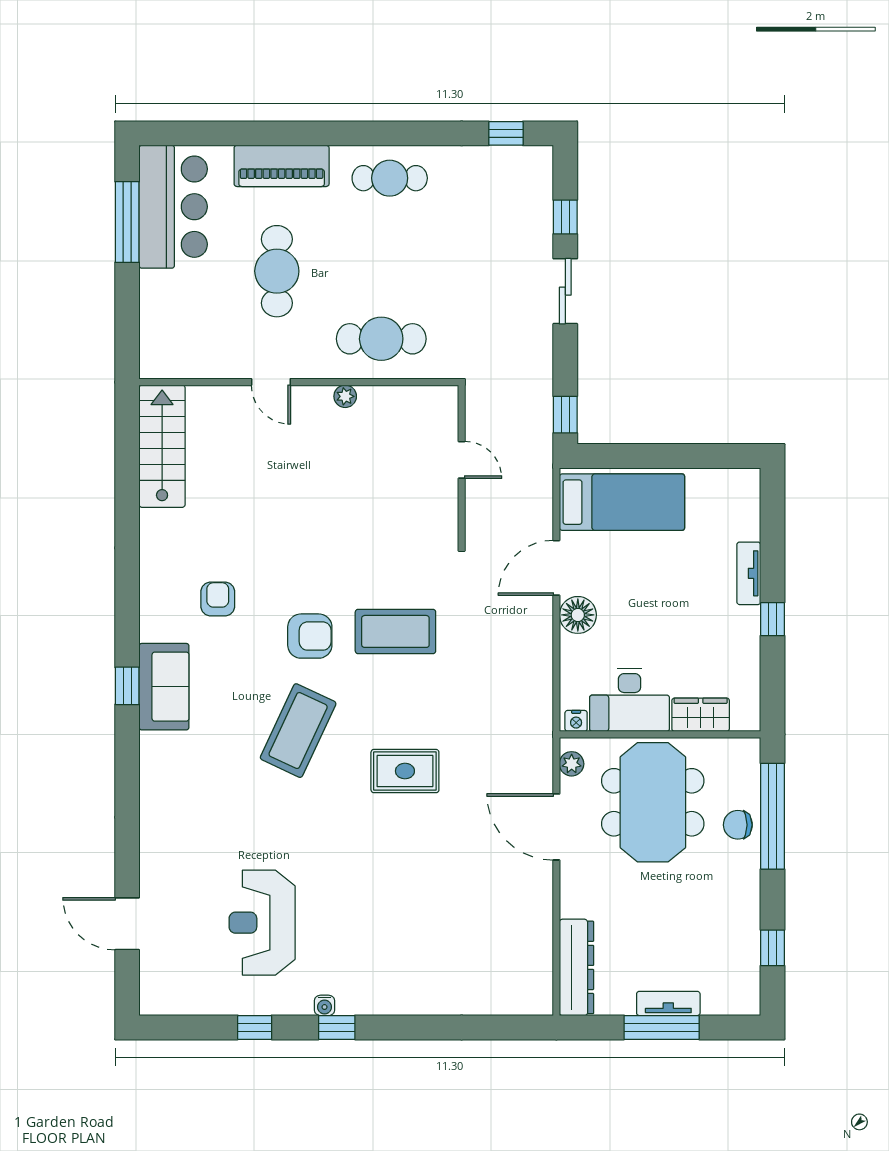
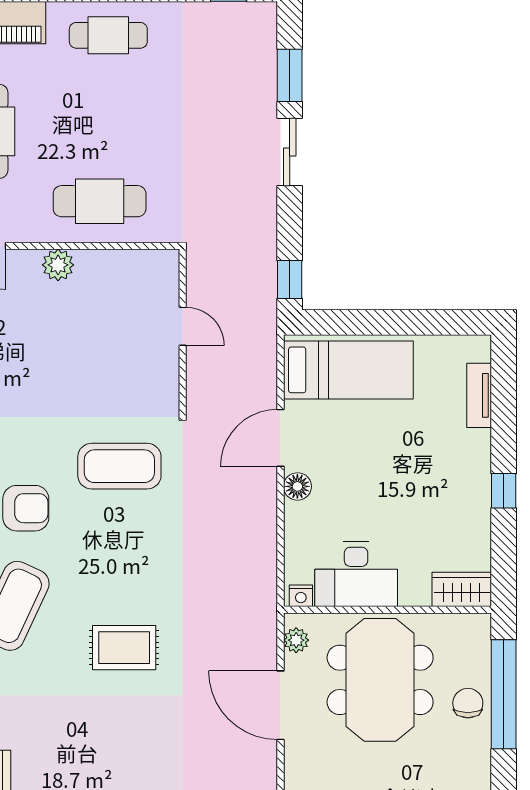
window: (565, 217) -> (290, 75), width x1.50
plant: (345, 396) -> (58, 265), width x1.38, depth x1.38
tv unit: (749, 573) -> (479, 395), moved
floor lamp: (578, 615) -> (297, 486), width x0.73, depth x0.73
coffee table: (395, 631) -> (119, 466), moved
wardrobe: (701, 715) -> (462, 589), moved
chair: (738, 825) -> (468, 703), turned 90

